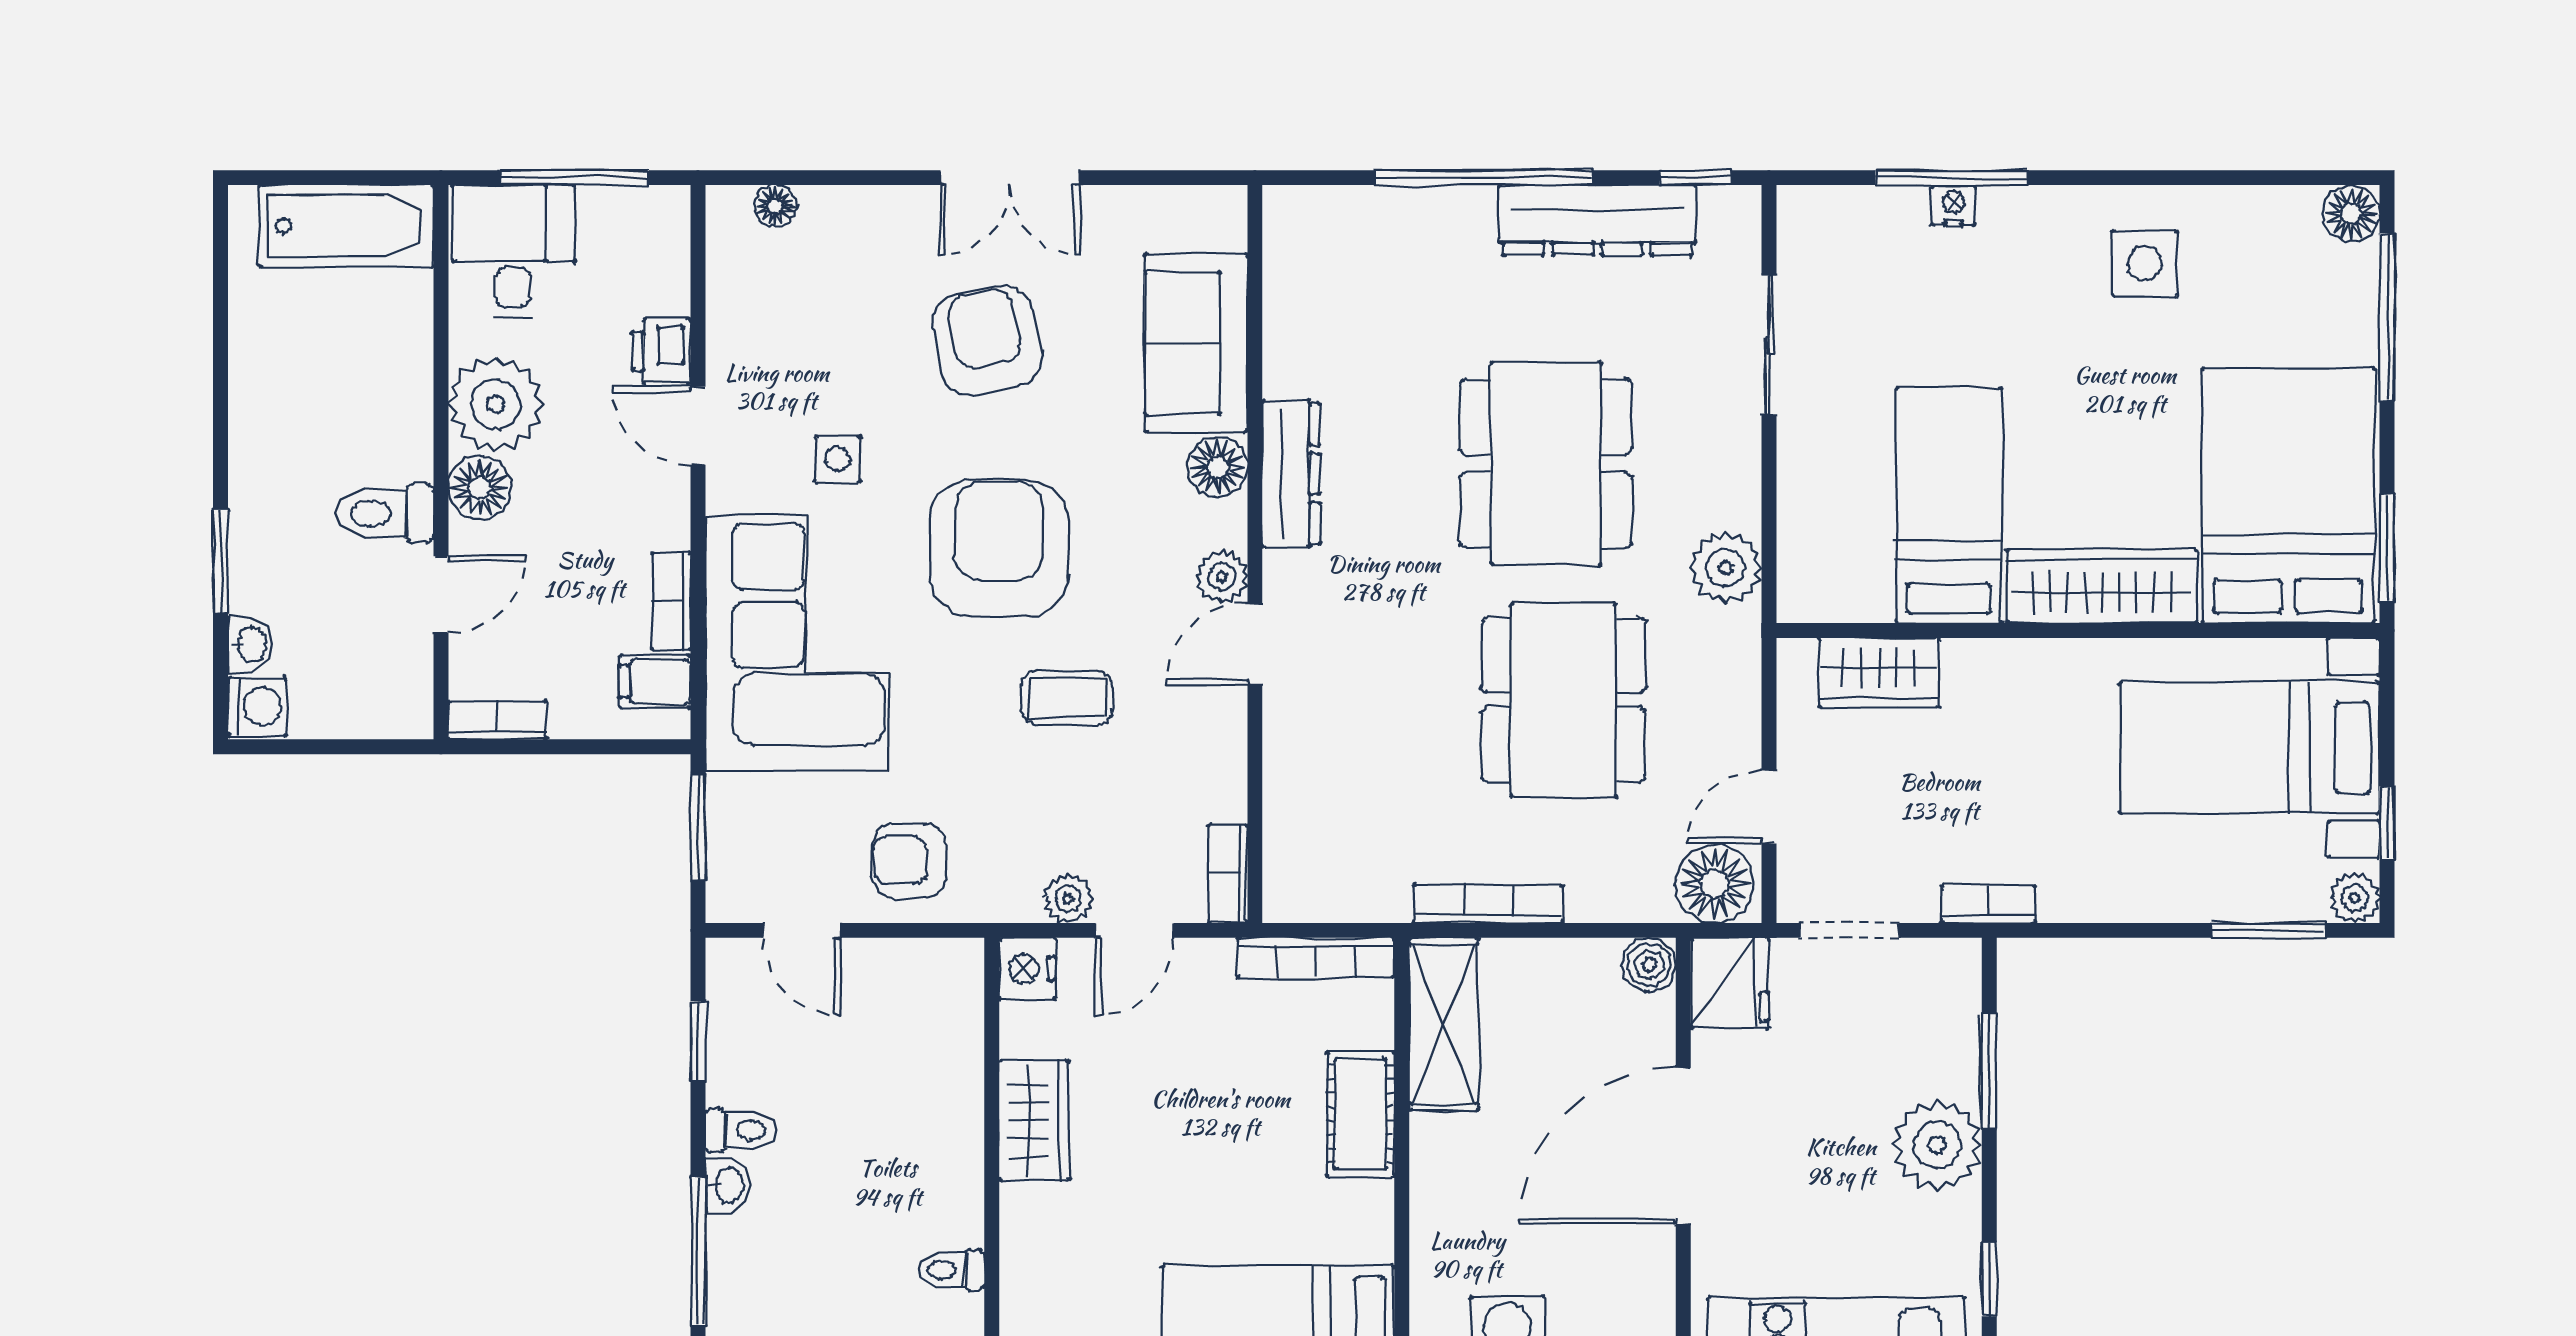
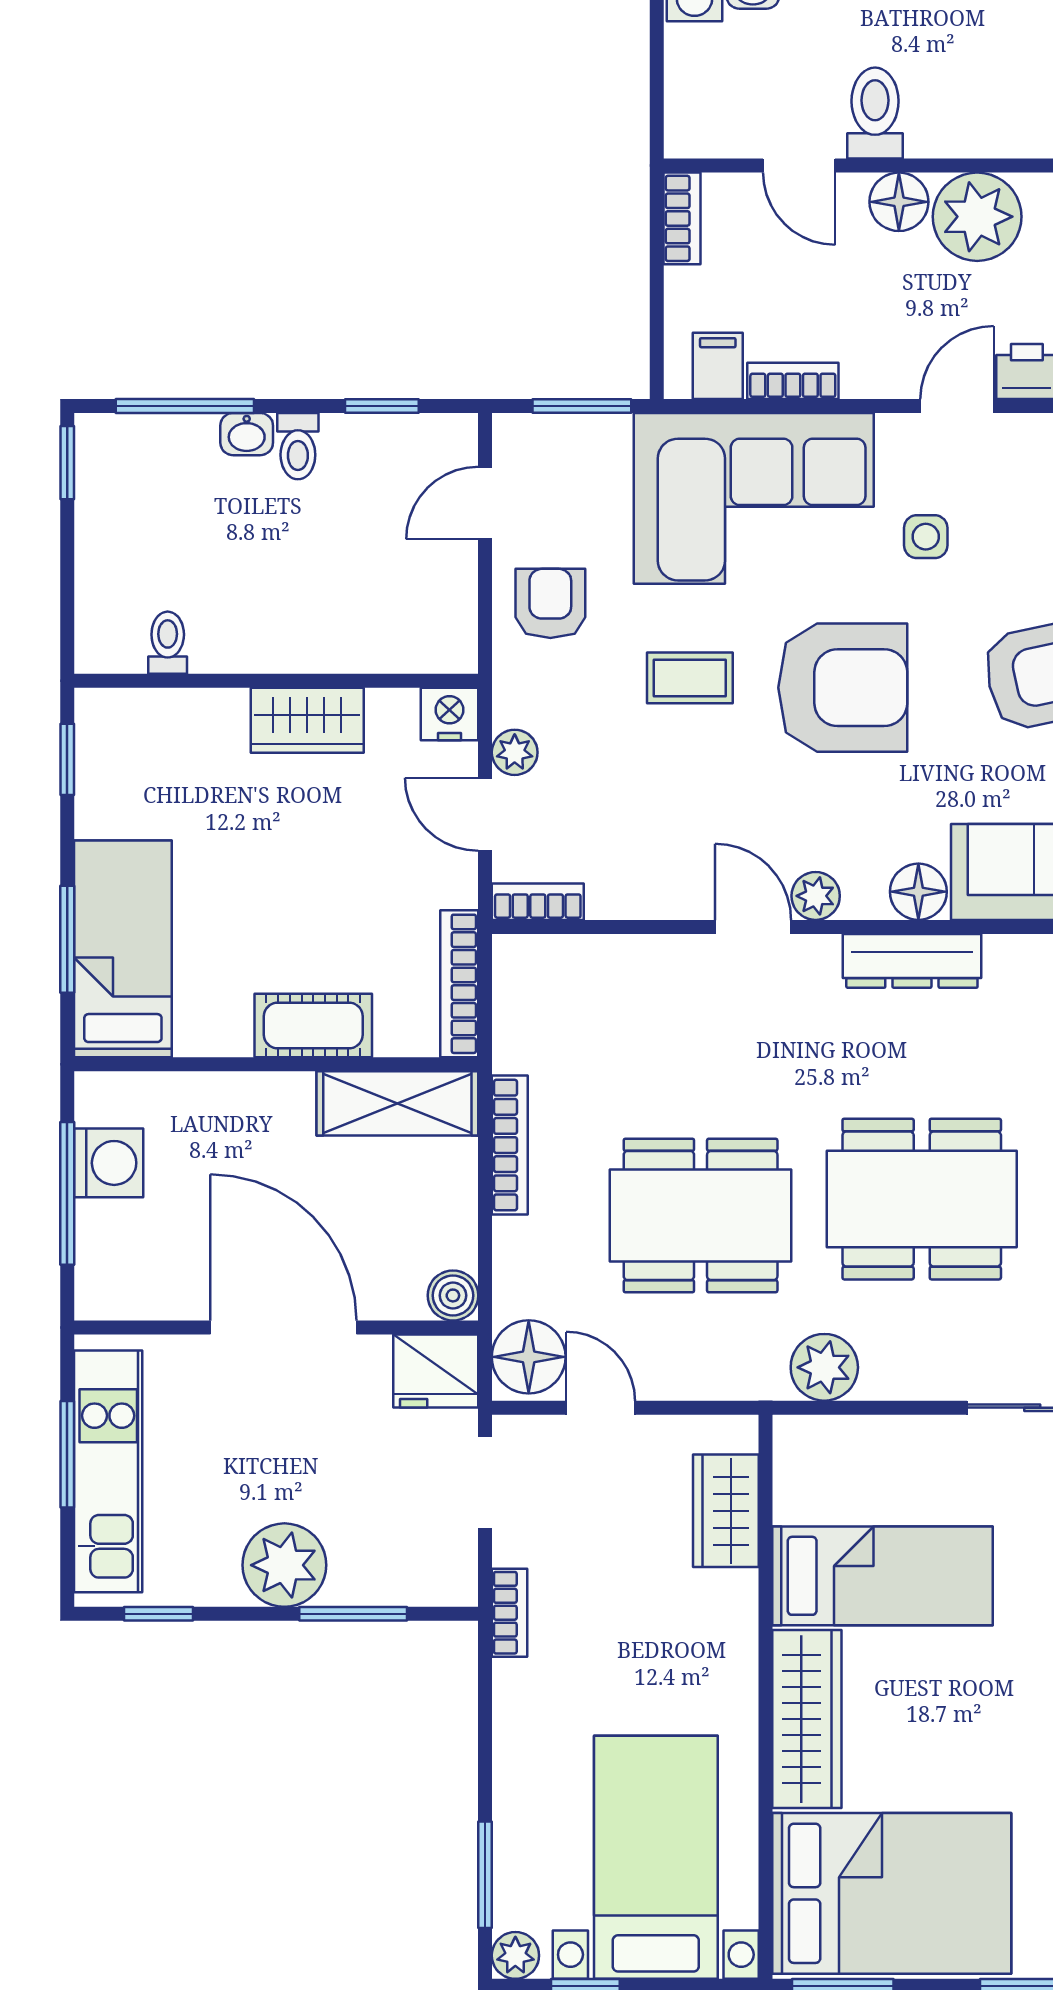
coffee table: (1067, 698) -> (690, 678), moved, turned 90

